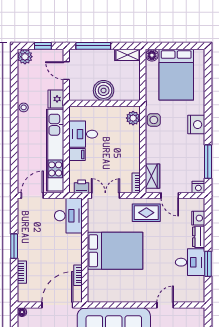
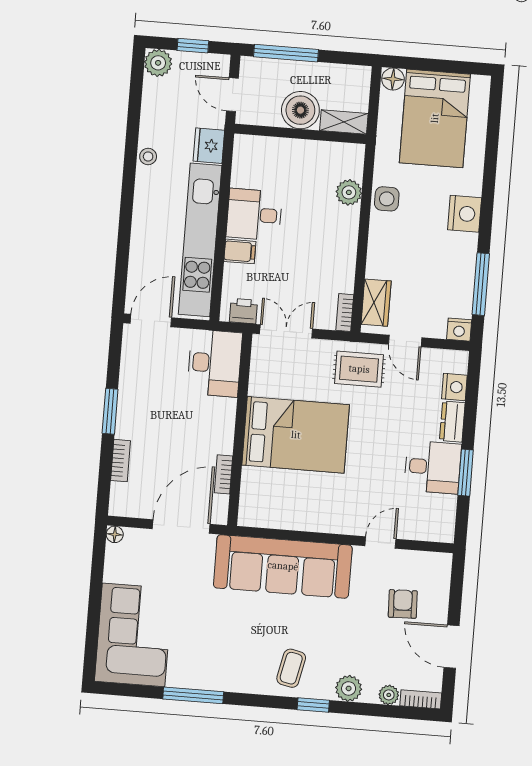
shelving: (127, 55) -> (344, 122), moved
boiler: (104, 90) -> (300, 110), moved
wall: (105, 103) -> (300, 134), moved

